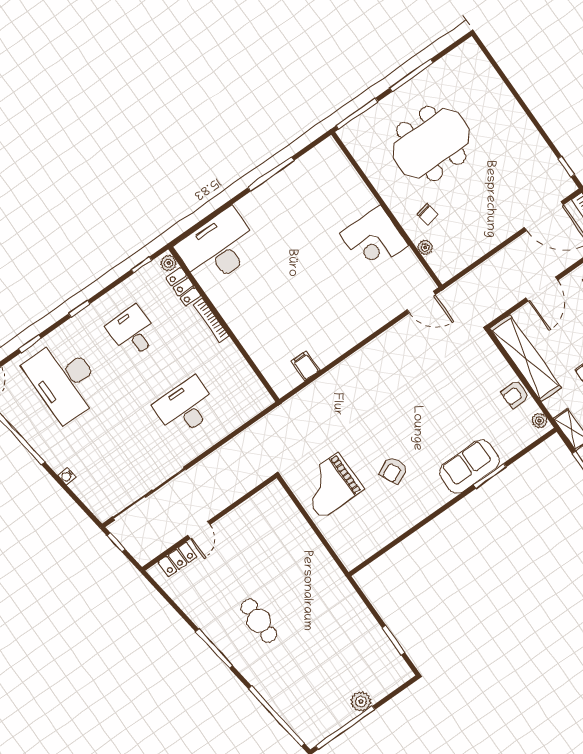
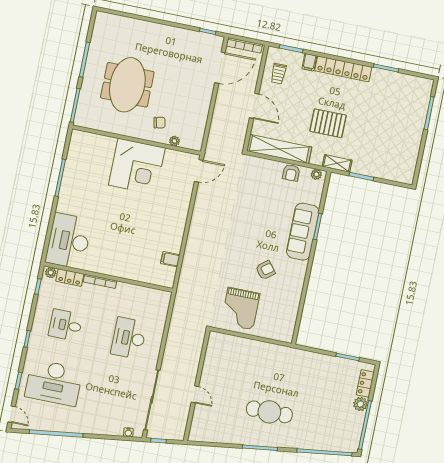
corner desk: (374, 239) -> (137, 166), width x1.36, depth x1.36
sofa: (469, 467) -> (303, 232), width x1.36
armchair: (393, 470) -> (265, 270), turned -102
water cooler: (67, 476) -> (128, 432), moved
locker: (177, 559) -> (365, 383), moved, turned 180
cafe table: (259, 621) -> (269, 412), width x1.37, depth x1.35

